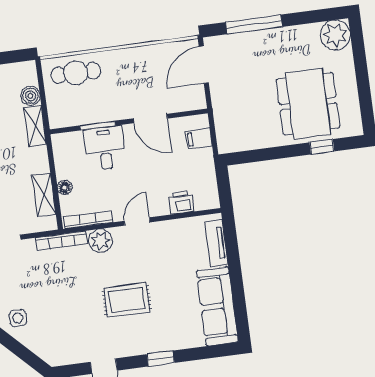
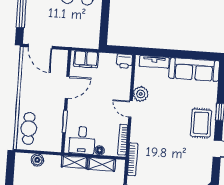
shelving: (35, 126) -> (74, 162), moved
filing cabinet: (199, 139) -> (86, 59), width x2.00
desk: (105, 148) -> (82, 140), moved, turned -90
printer: (181, 202) -> (124, 61), moved, turned -90
plant: (100, 241) -> (141, 94), moved
rug: (127, 300) -> (201, 123), moved

